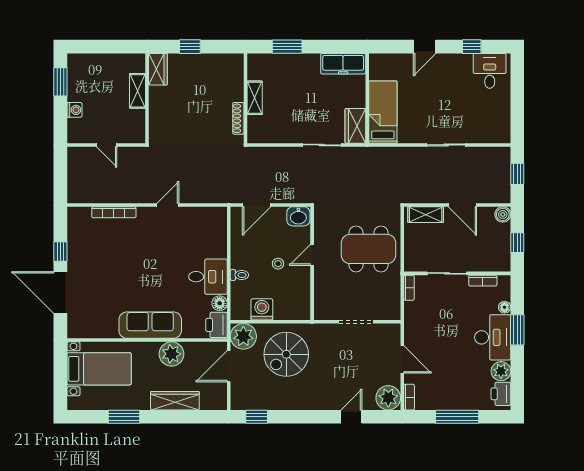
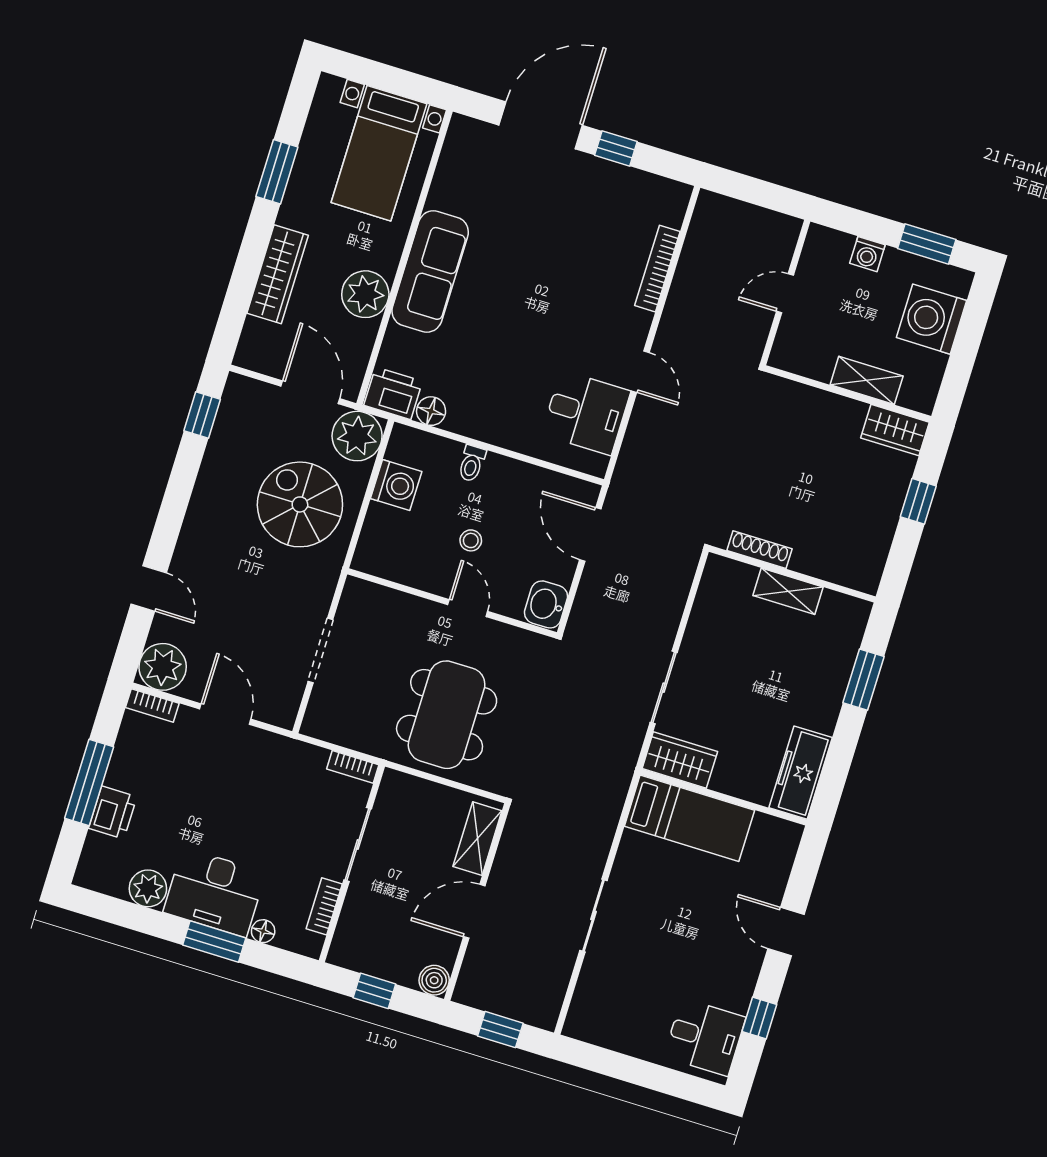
washing machine: (97, 68) -> (932, 319), added
desk: (208, 277) -> (586, 413), moved, turned -90
door: (402, 359) -> (225, 714), swing flipped
printer: (501, 394) -> (113, 812), moved, turned 90

